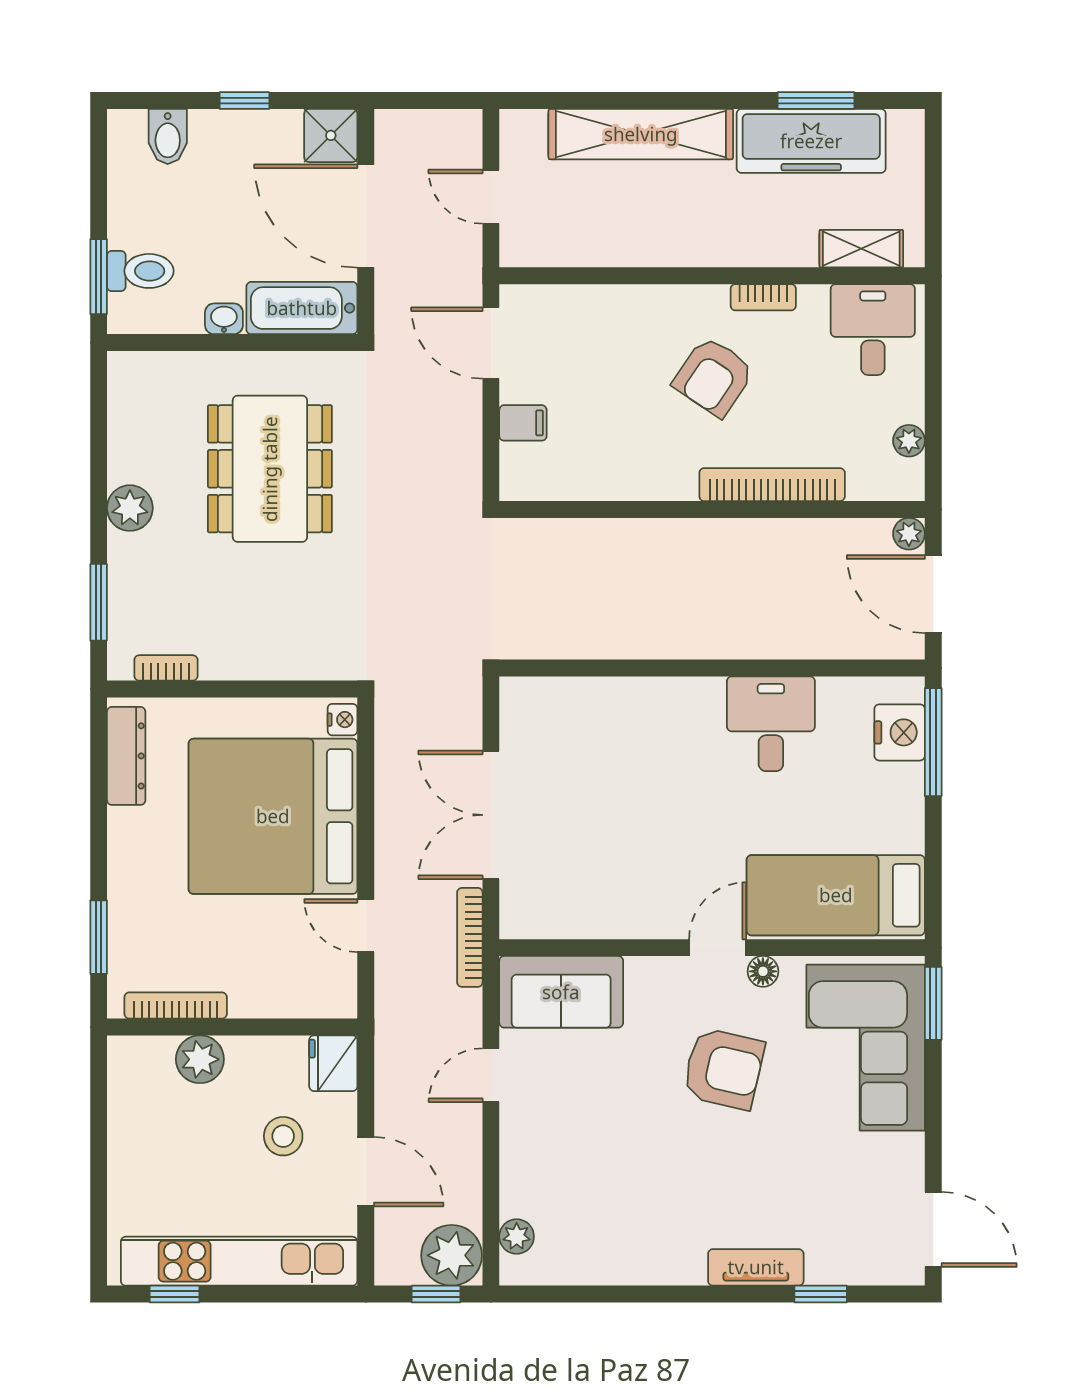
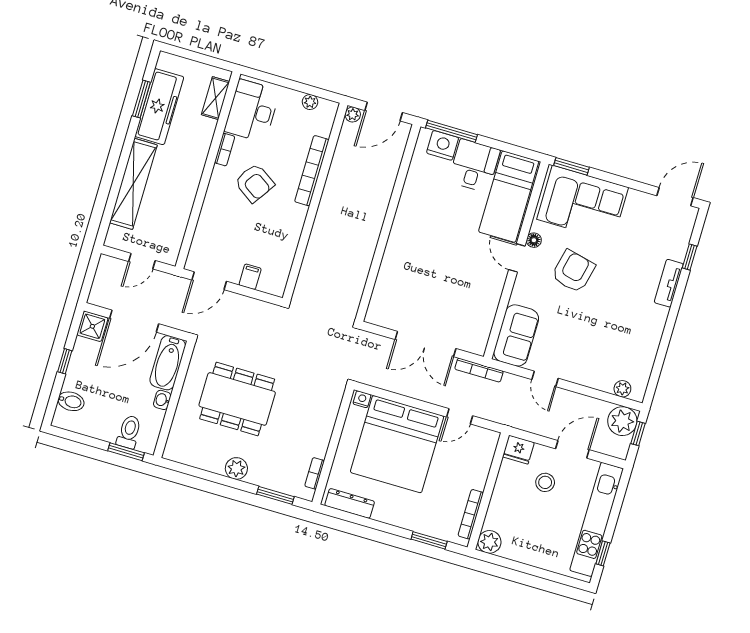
desk: (873, 330) -> (252, 111), width x1.37
desk: (771, 724) -> (474, 166), moved, turned 90
plant: (200, 1059) -> (489, 542), moved

